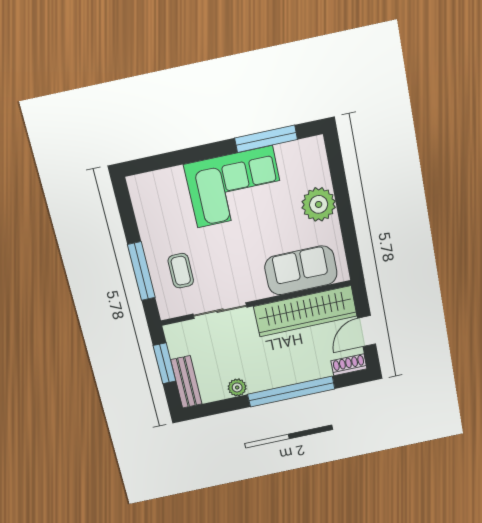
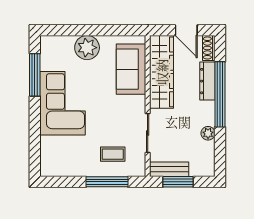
dresser: (305, 372) -> (207, 81), added
bench: (186, 382) -> (169, 169), moved

